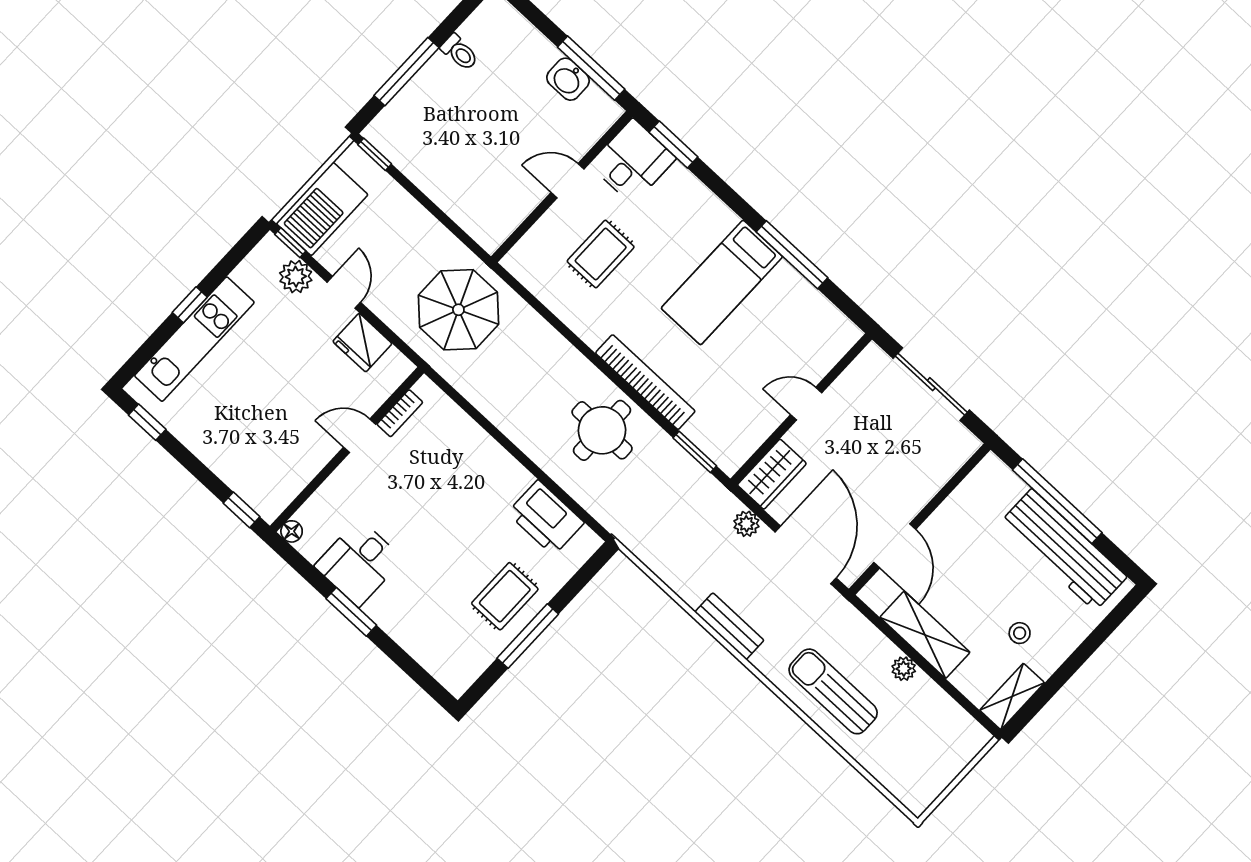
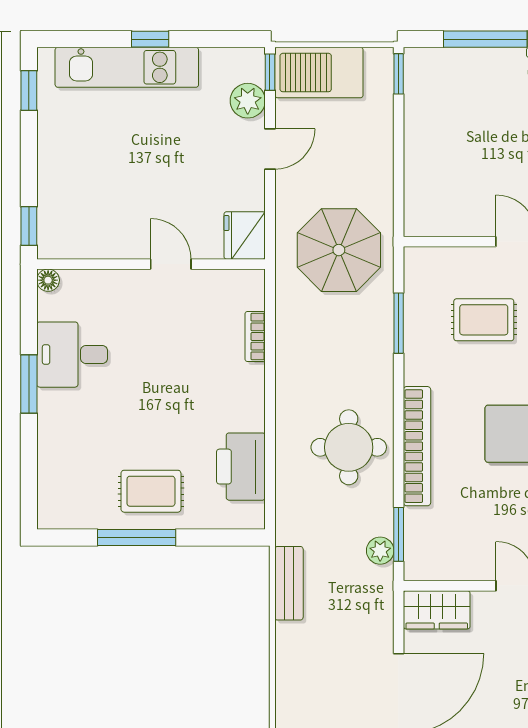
window: (548, 315) -> (399, 323), added
fridge: (362, 343) -> (245, 235), moved
bookcase: (400, 413) -> (255, 336), moved, turned 90
plant: (746, 524) -> (380, 551), moved
bench: (729, 626) -> (289, 583), moved

